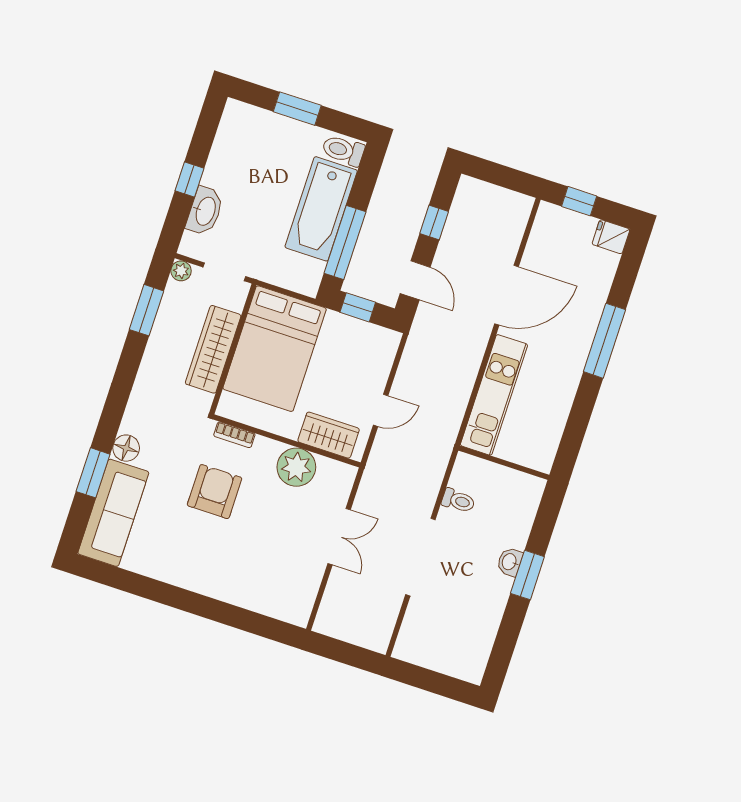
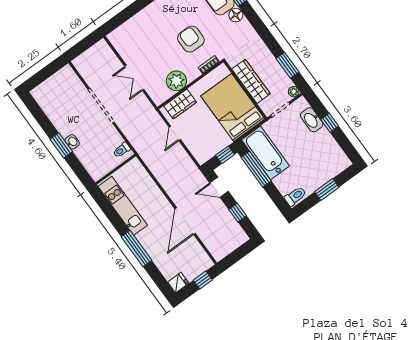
bathtub: (321, 209) -> (266, 153), moved
kitchen unit: (494, 395) -> (123, 206), moved, turned 180
armchair: (215, 492) -> (191, 39), turned 180
toilet: (458, 501) -> (122, 150), moved

